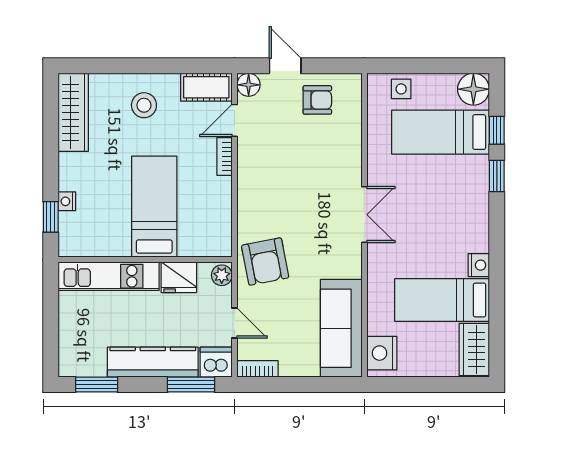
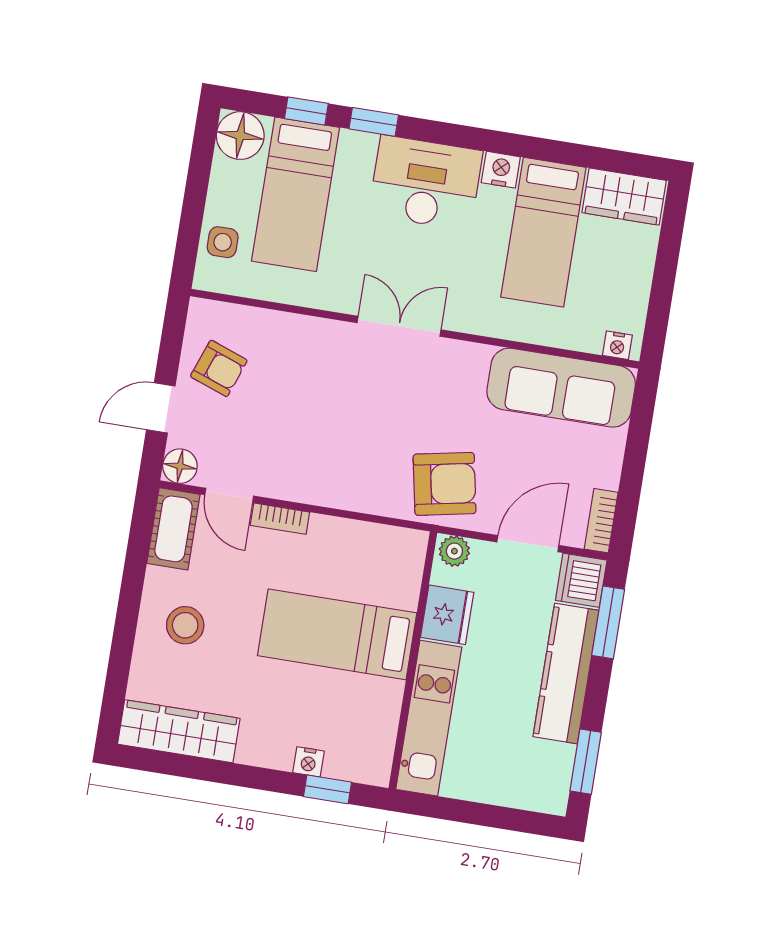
armchair: (317, 100) -> (219, 368), turned 110
desk: (462, 217) -> (426, 183), added
door: (235, 323) -> (528, 544), width x1.38
nightstand: (382, 353) -> (617, 345), width x0.53, depth x0.56

